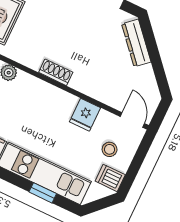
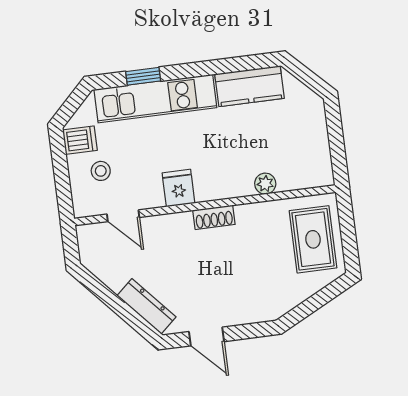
fridge: (85, 115) -> (178, 188), moved
door: (132, 120) -> (123, 216), moved

